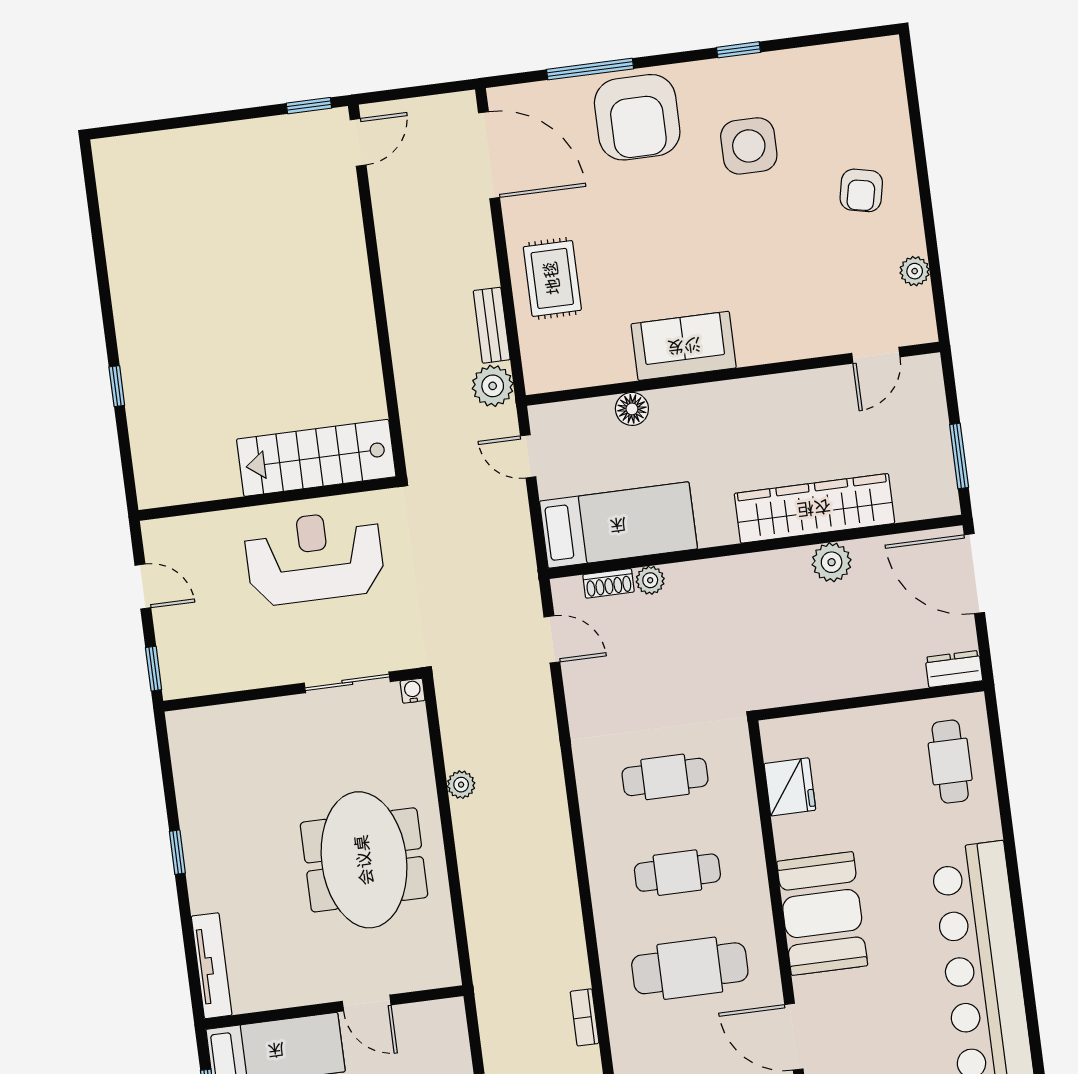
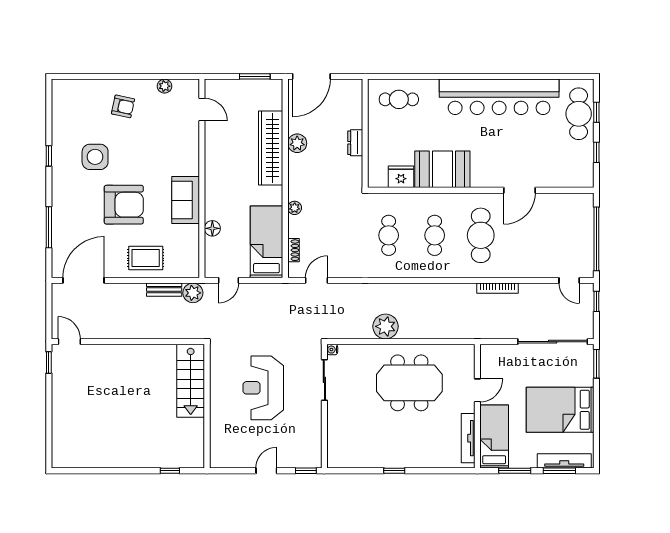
armchair: (637, 117) -> (124, 205), moved
stairs: (316, 458) -> (191, 381), moved
wall: (268, 499) -> (207, 406), moved
plant: (650, 580) -> (295, 208), moved
dresser: (954, 669) -> (355, 143), moved
plant: (461, 785) -> (386, 326), width x1.88, depth x1.88
booth: (822, 914) -> (442, 169), moved
tv unit: (212, 966) -> (468, 438), moved, turned -90
bookcase: (585, 1017) -> (497, 288), width x1.56

